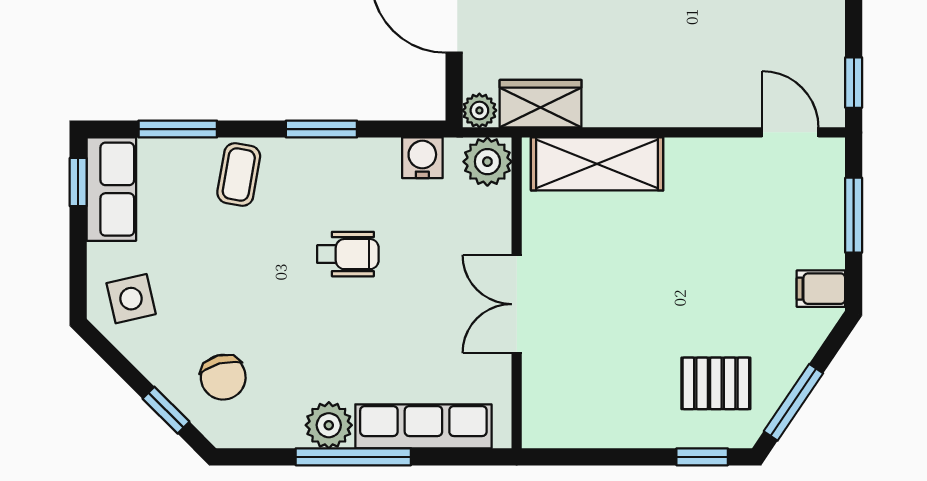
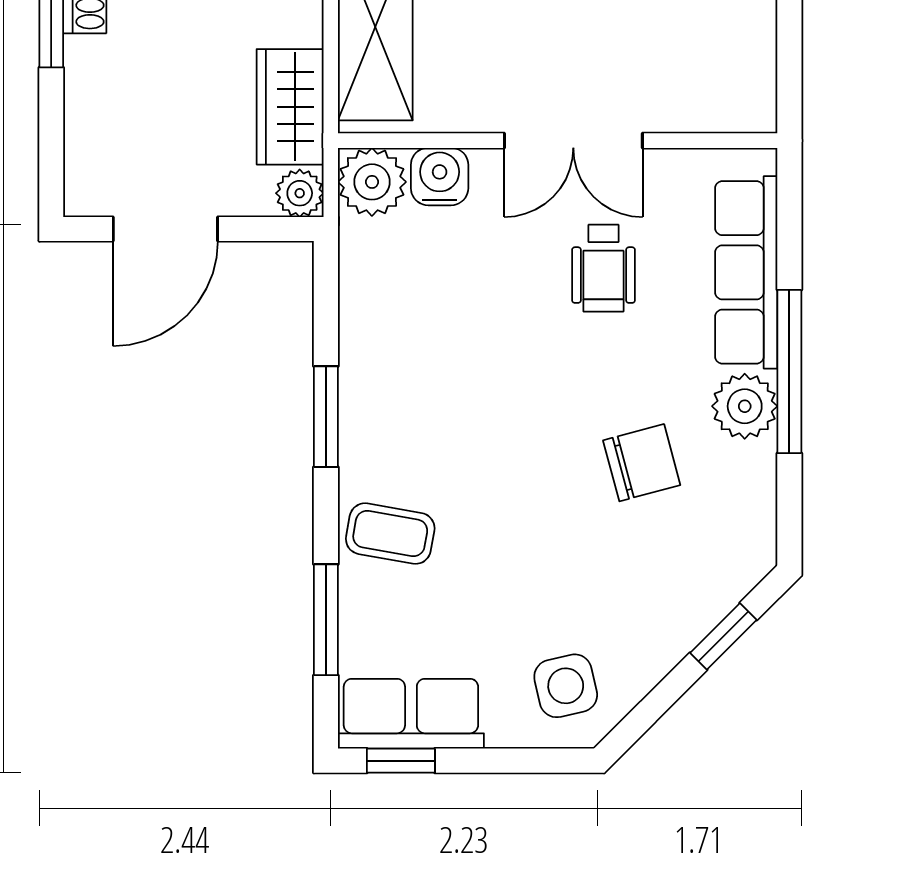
water cooler: (422, 158) -> (440, 177), moved, turned 90
wheelchair: (348, 254) -> (603, 268), moved, turned 180
chair: (223, 377) -> (642, 463), moved

